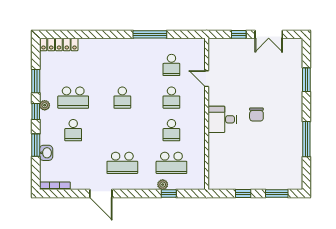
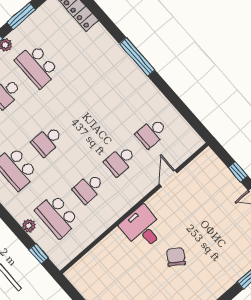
window: (150, 34) -> (137, 57), moved
school desk: (122, 98) -> (47, 141), moved
chair: (256, 115) -> (176, 257), turned 124
window: (169, 193) -> (38, 254), moved

